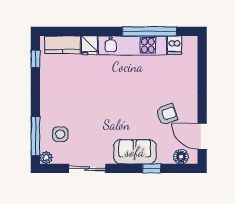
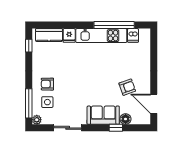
armchair: (60, 110) -> (47, 84), added
floor lamp: (181, 157) -> (126, 119), moved

